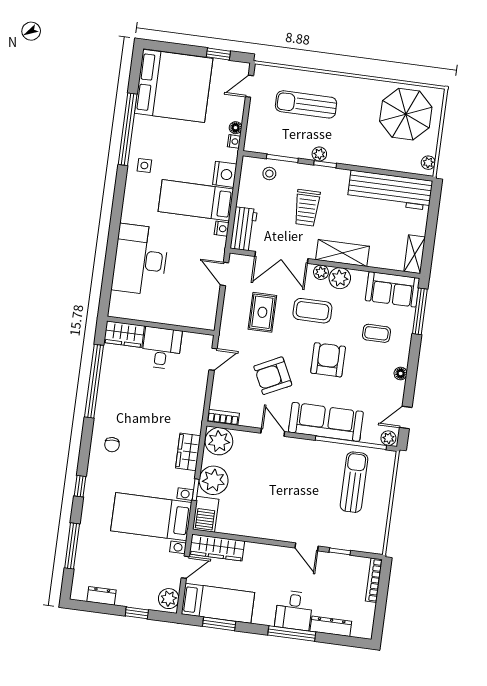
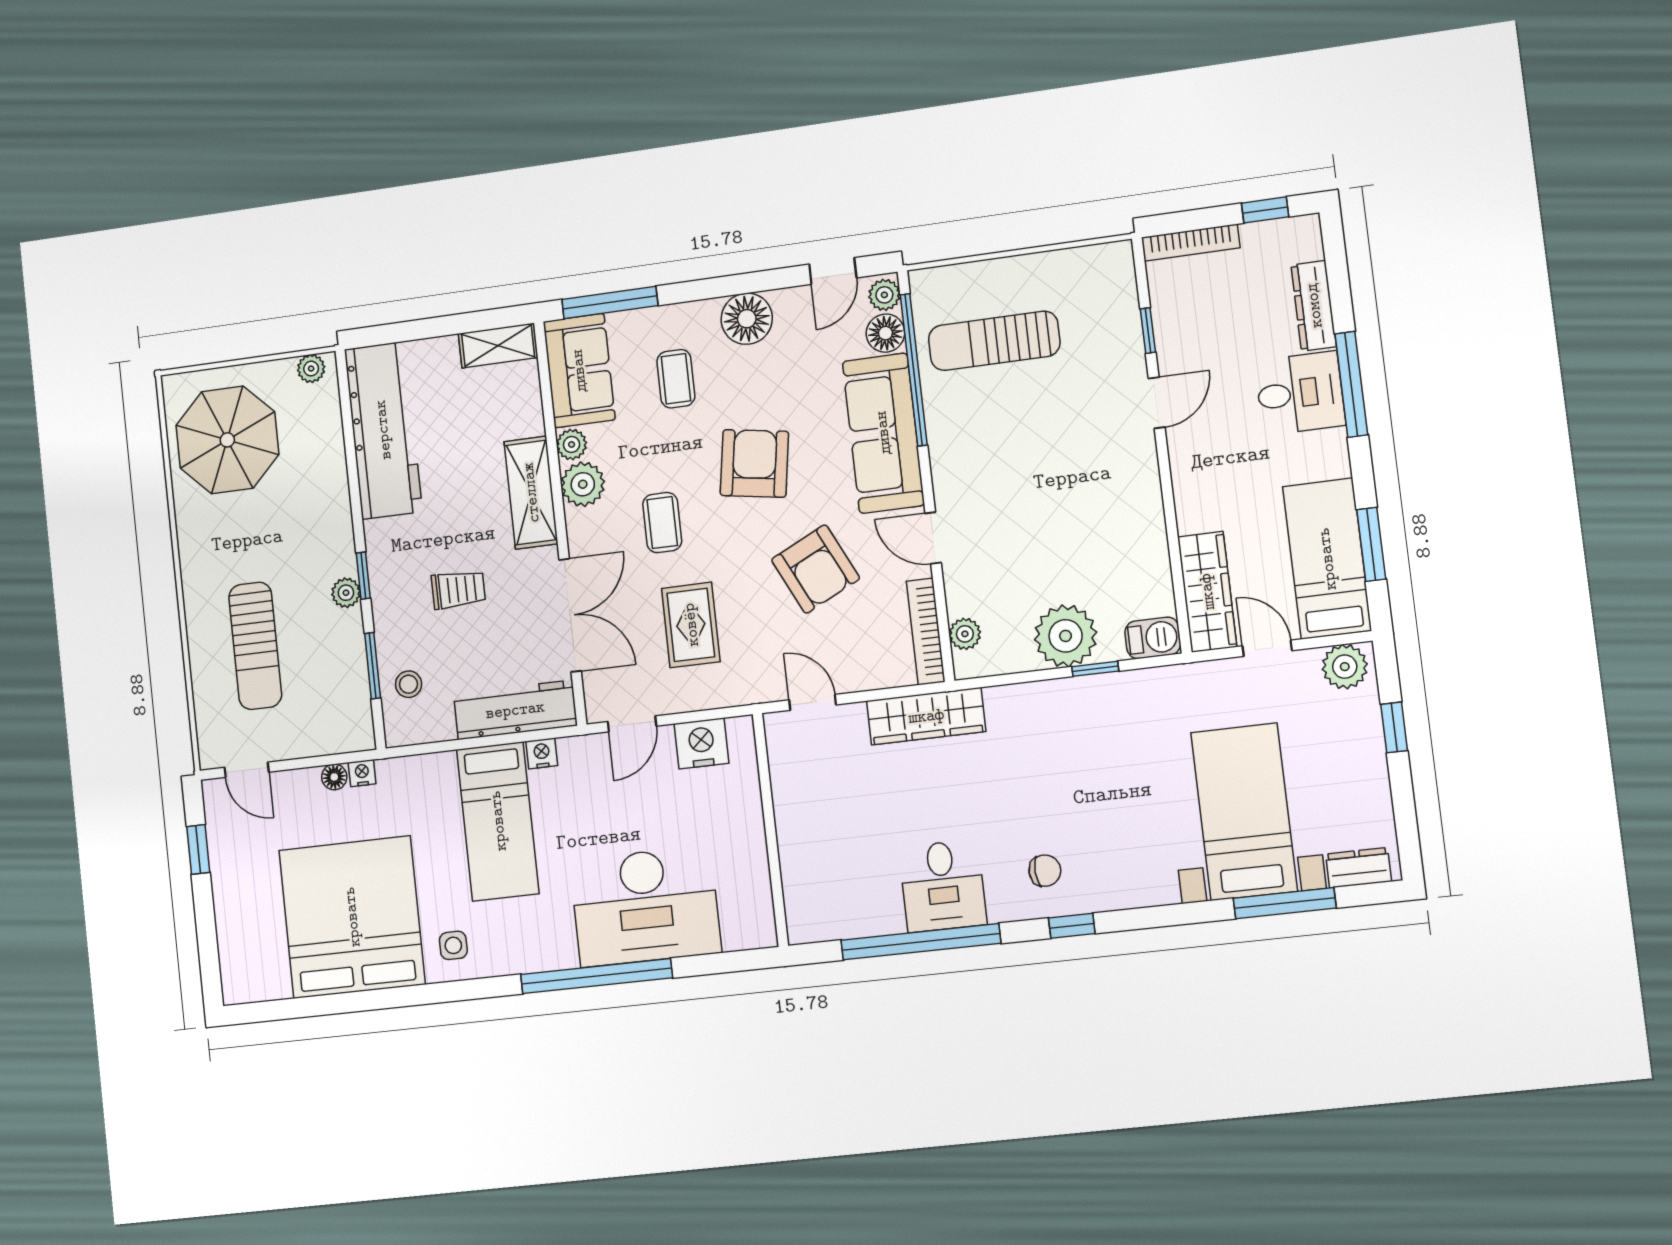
bed: (174, 86) -> (352, 917), moved
window: (128, 129) -> (596, 976), moved
nightstand: (225, 174) -> (701, 743), moved
trolley: (307, 208) -> (458, 589), width x0.73, depth x0.72
workbench: (244, 229) -> (515, 710), width x1.38
plant: (321, 272) -> (572, 444), moved
coffee table: (312, 311) -> (662, 523), width x0.73, depth x0.77
rug: (262, 312) -> (691, 625), turned 90
wardrobe: (124, 334) -> (807, 902), removed
desk: (161, 348) -> (943, 886), moved, turned -90
armchair: (328, 360) -> (754, 463), turned 99
floor lamp: (401, 374) -> (747, 319), width x1.89, depth x1.89
bookcase: (223, 417) -> (926, 631), width x1.56
door: (406, 417) -> (833, 271), hinge flipped
door: (273, 432) -> (933, 538), hinge flipped
floor lamp: (371, 434) -> (885, 333), added
plant: (219, 441) -> (965, 634), width x0.53, depth x0.53
wardrobe: (188, 452) -> (926, 716), moved, width x1.50
window: (80, 486) -> (1072, 926), moved
barbecue: (206, 514) -> (1153, 638), width x0.73, depth x0.79
bed with nightstands: (151, 517) -> (1244, 812), moved, turned 180
dresser: (101, 596) -> (1358, 868), moved, turned 90
window: (379, 616) -> (1265, 210), added

